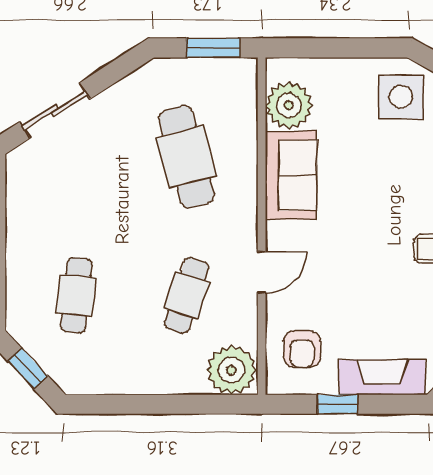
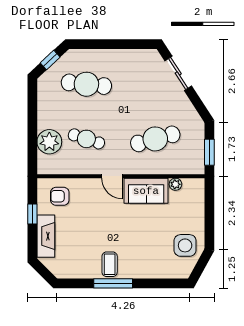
plant: (289, 105) -> (175, 184), width x0.53, depth x0.53
door: (262, 272) -> (112, 176), moved
cafe table: (76, 295) -> (86, 84), width x1.37, depth x1.35
plant: (231, 370) -> (49, 142), moved

